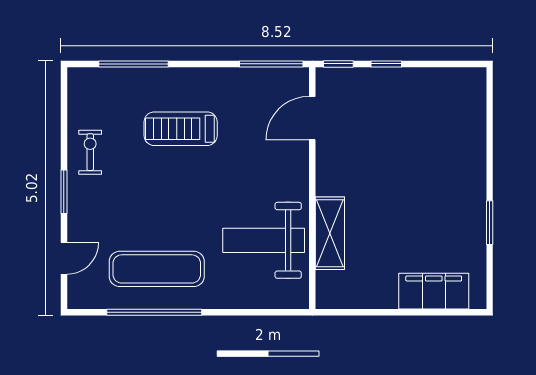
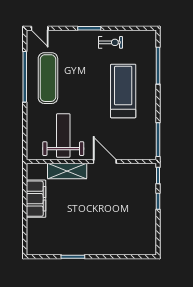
door: (312, 118) -> (105, 162), moved
treadmill: (181, 129) -> (123, 91), width x1.37, depth x1.38
door: (64, 258) -> (40, 28), moved
filing cabinet: (434, 291) -> (36, 199), moved

